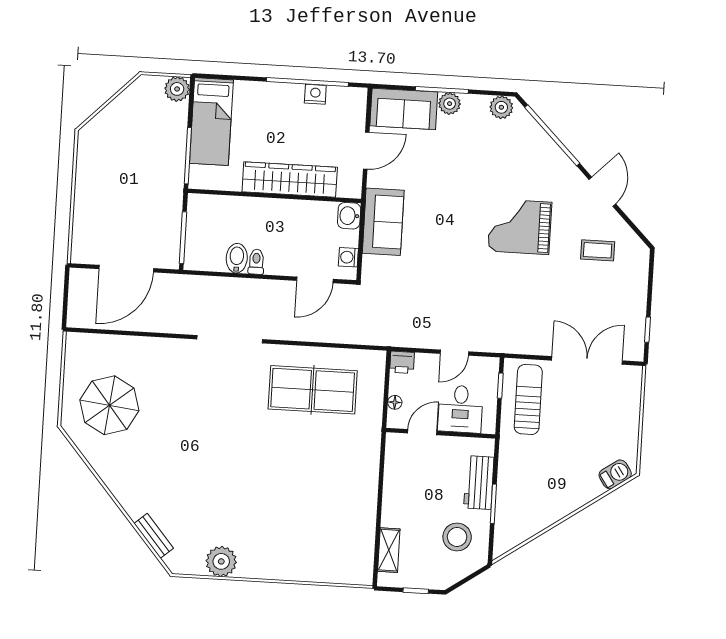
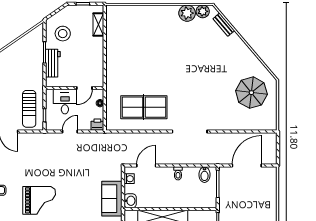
bidet: (237, 258) -> (205, 175), moved
plant: (192, 563) -> (203, 11), added

